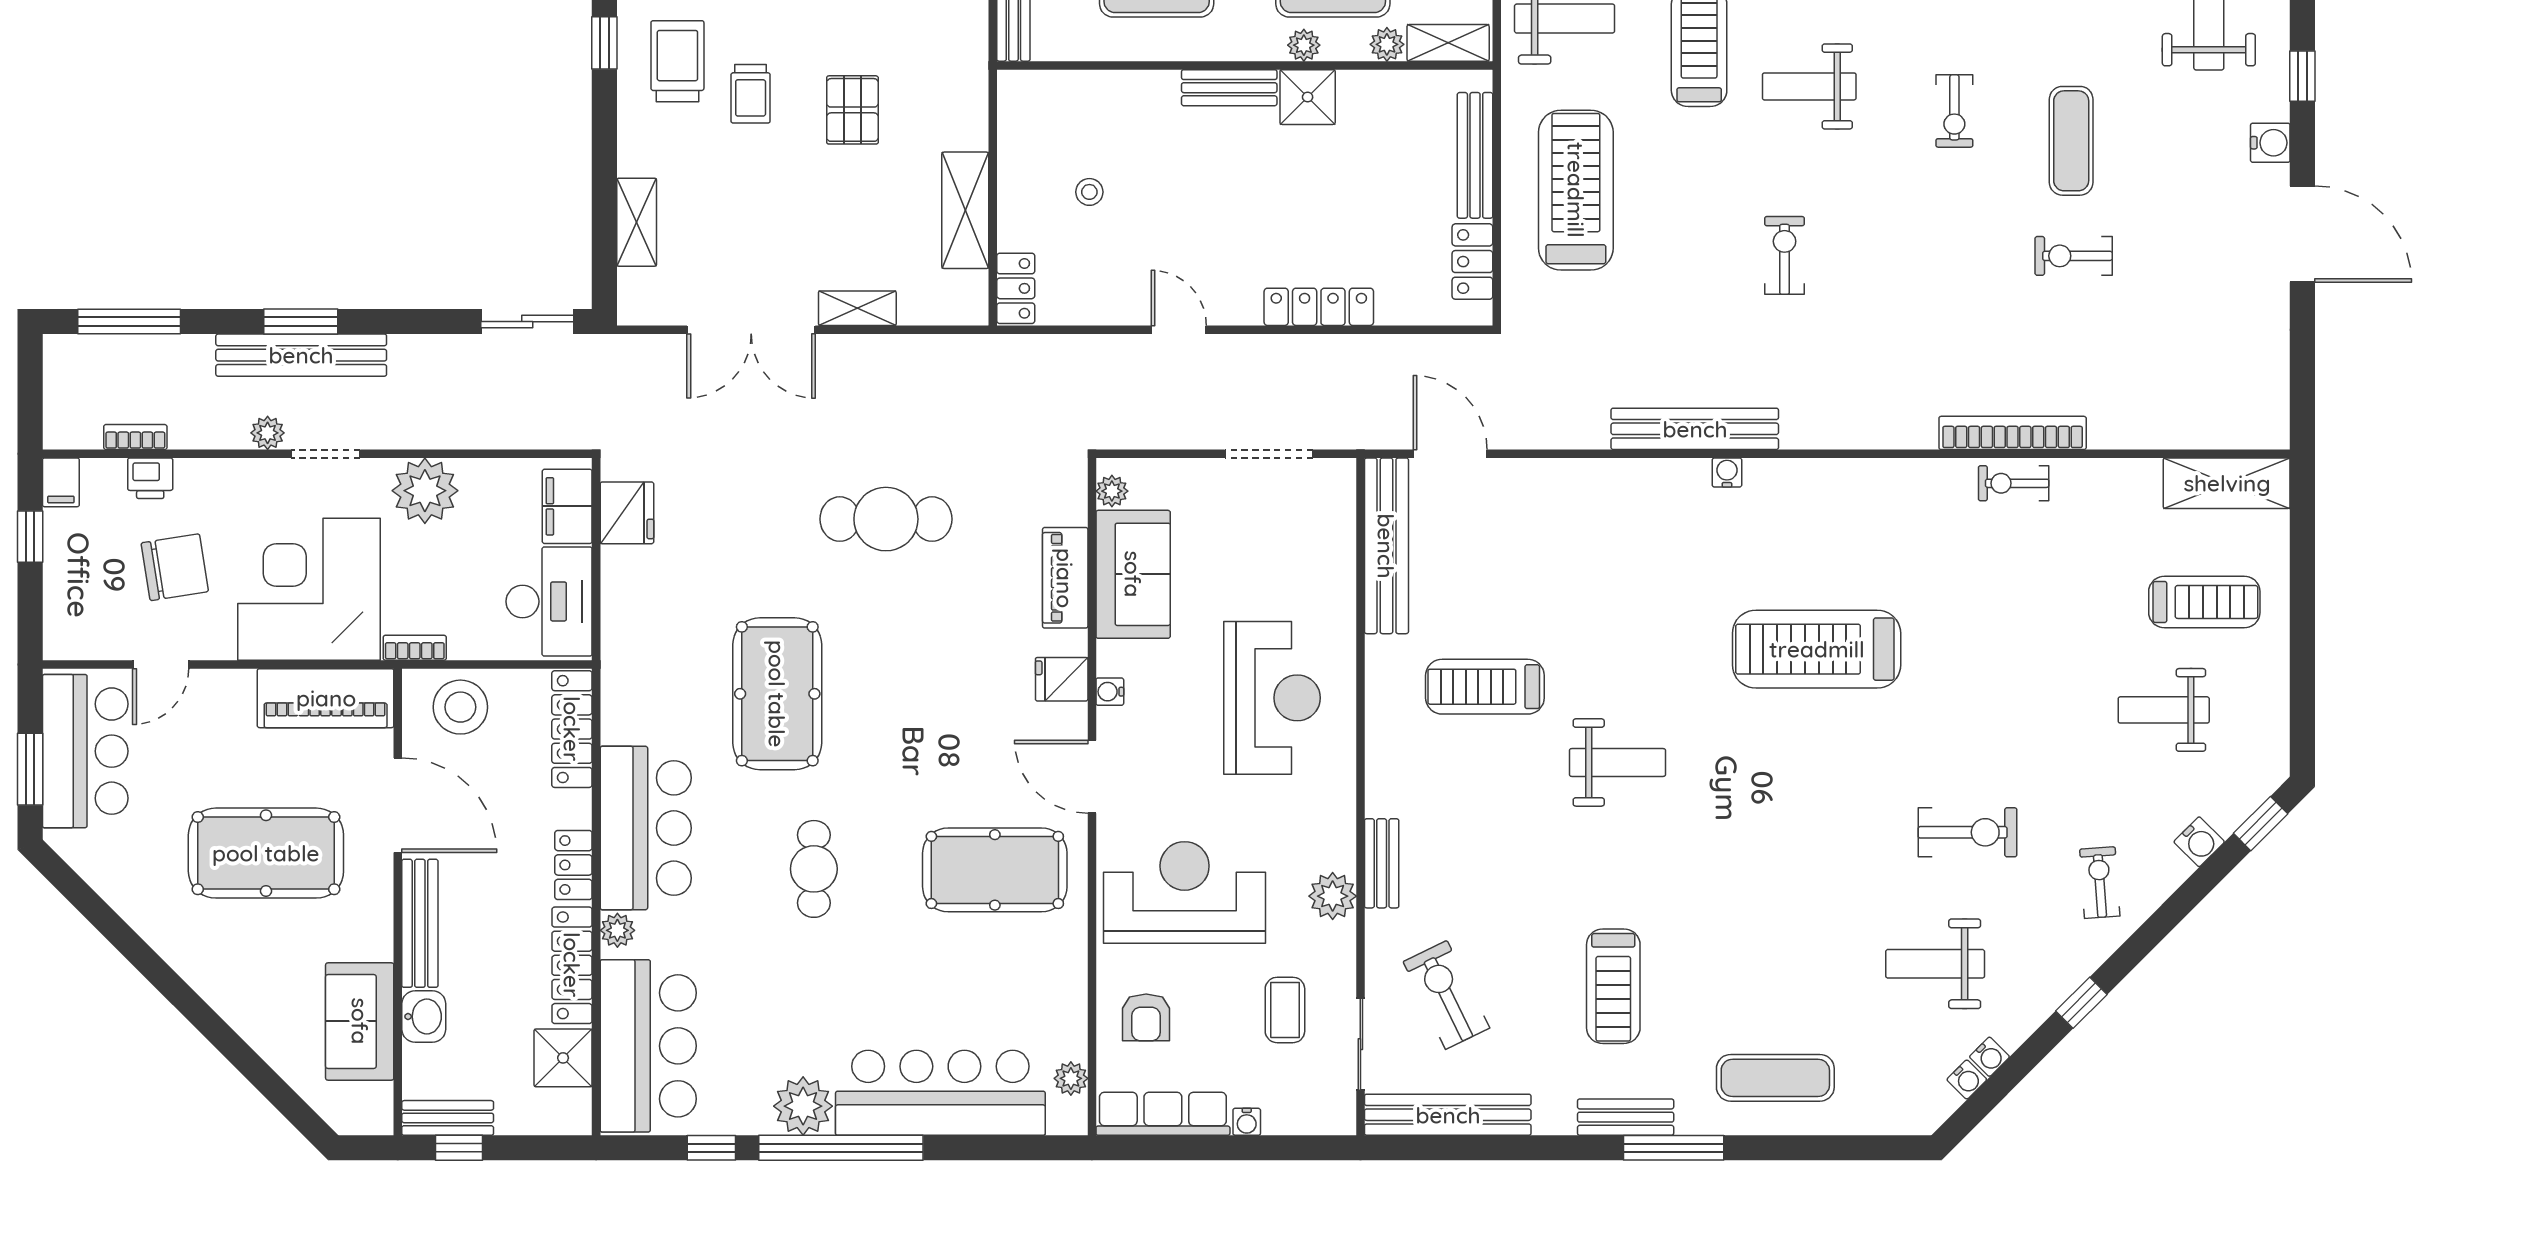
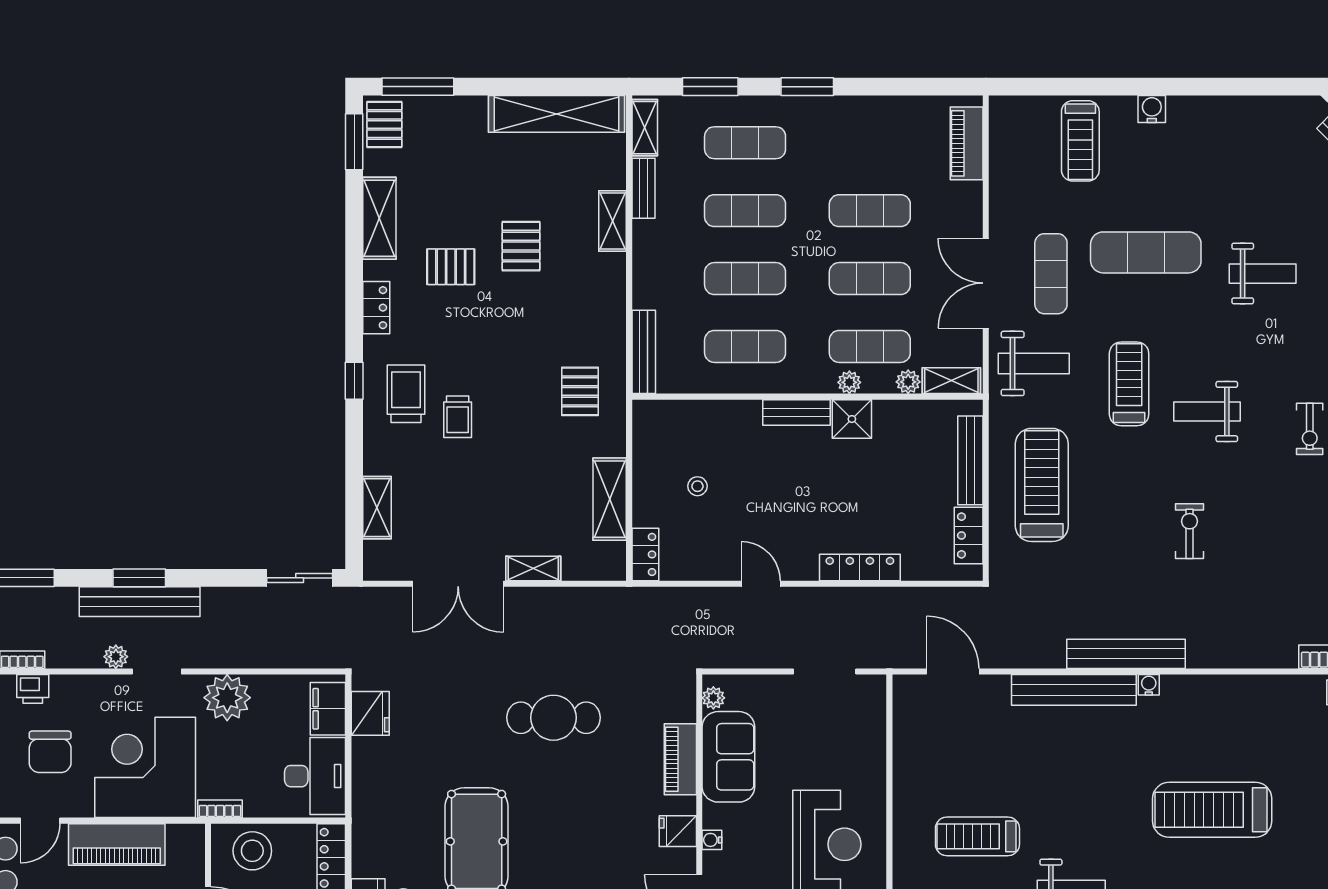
pallet: (852, 110) -> (580, 391), moved
bench: (1386, 546) -> (1074, 690), moved, turned 90
chair: (175, 567) -> (50, 752), turned 99
piano: (326, 698) -> (117, 845), moved

